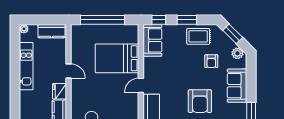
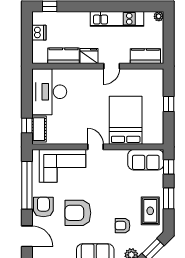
window: (103, 20) -> (169, 104), width x0.32
kitchen counter: (52, 31) -> (145, 56), moved, turned 90

